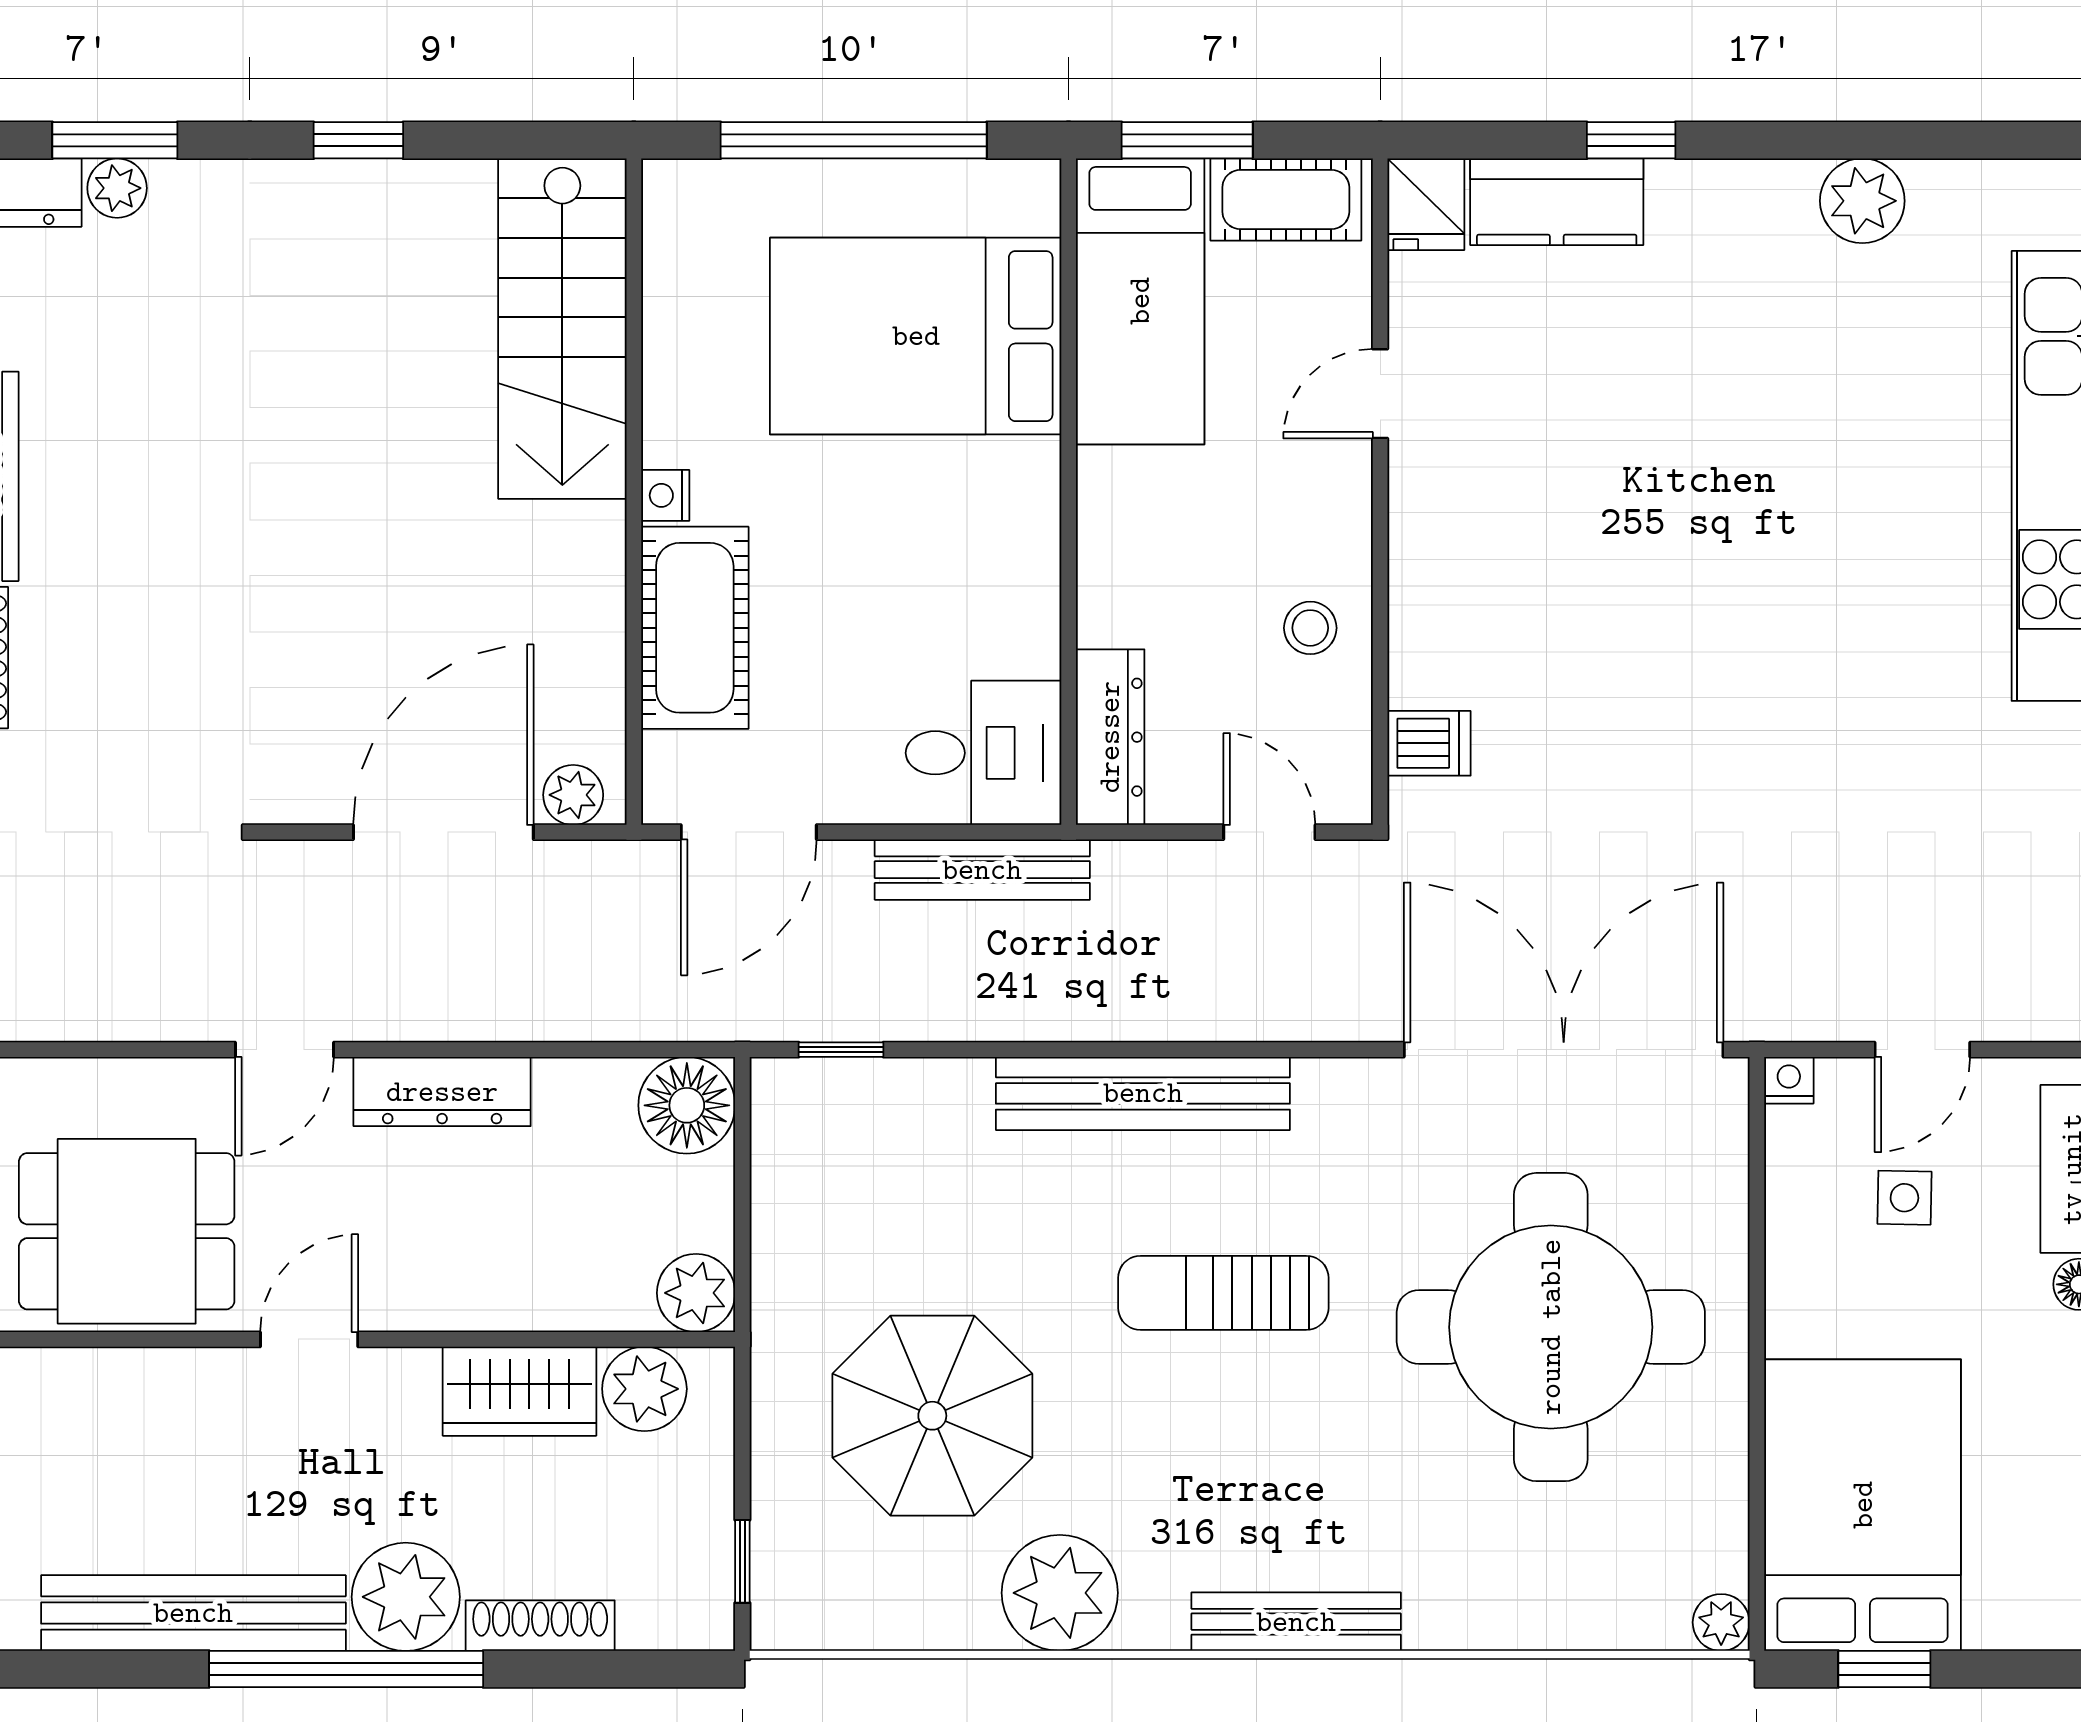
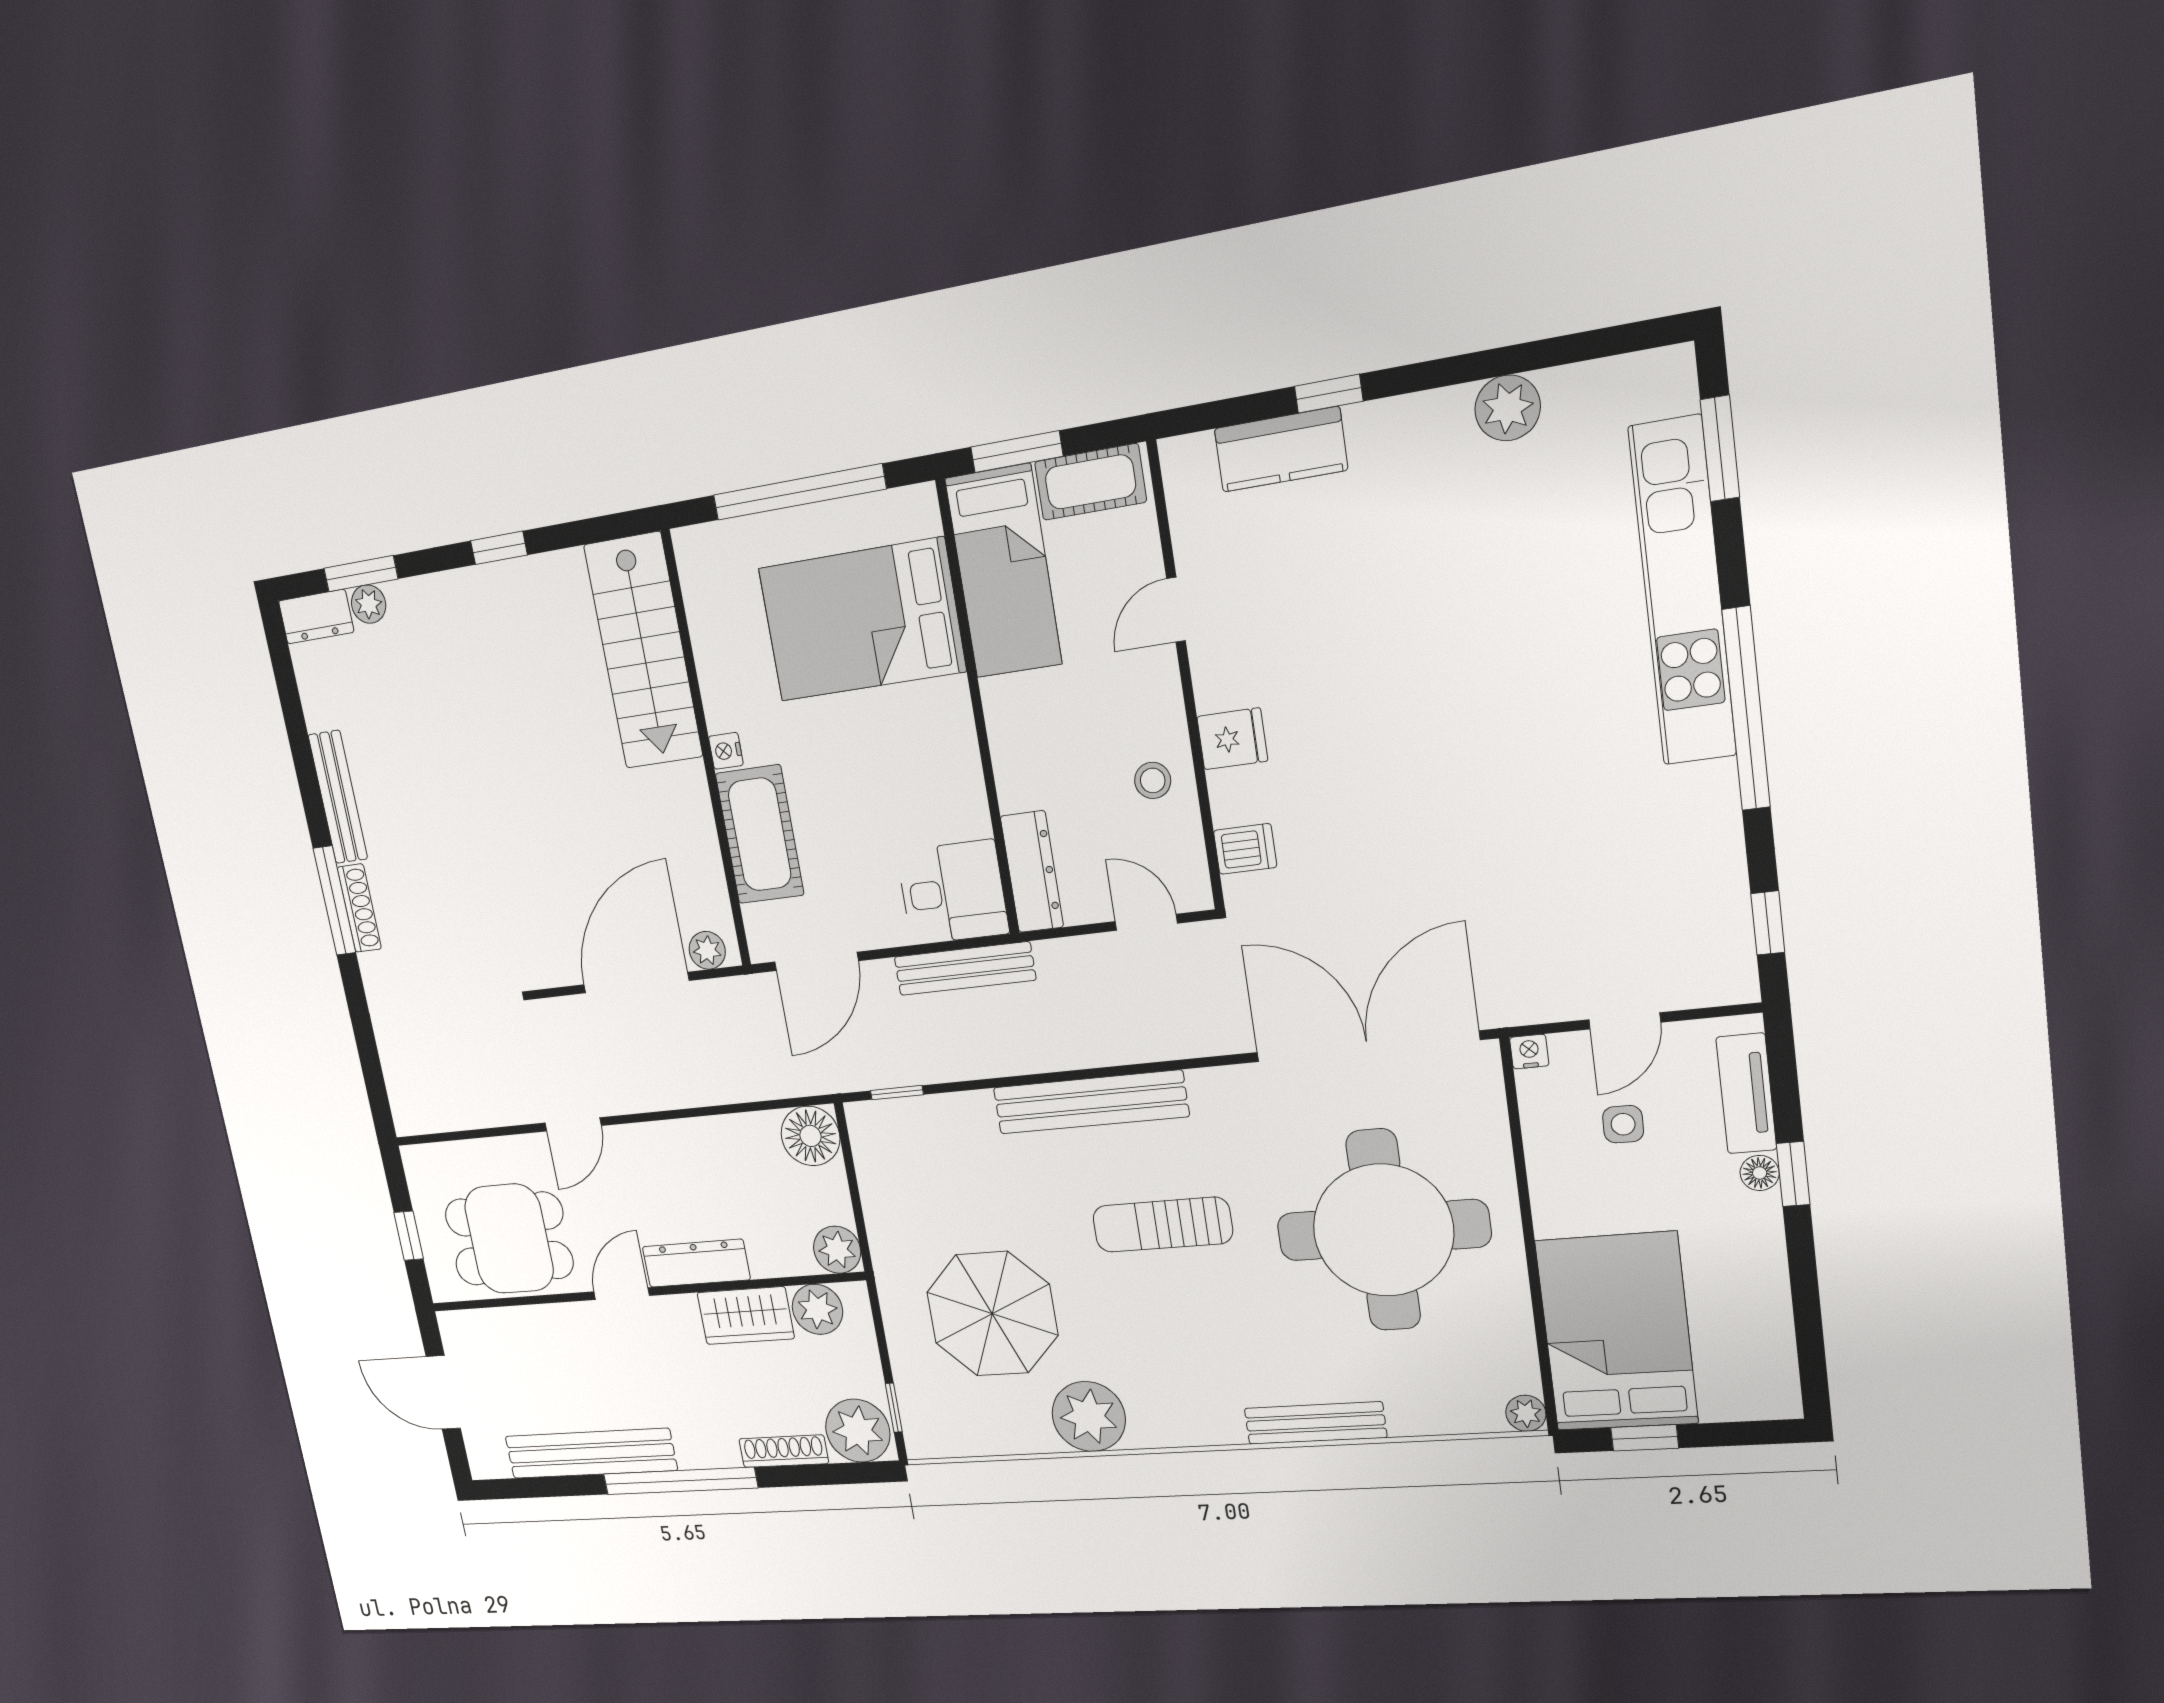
fridge: (1426, 204) -> (1232, 739), moved, turned -90
dresser: (442, 1092) -> (696, 1263), moved, turned 180
plant: (406, 1597) -> (858, 1431), moved
bench: (1296, 1622) -> (1315, 1423), moved

